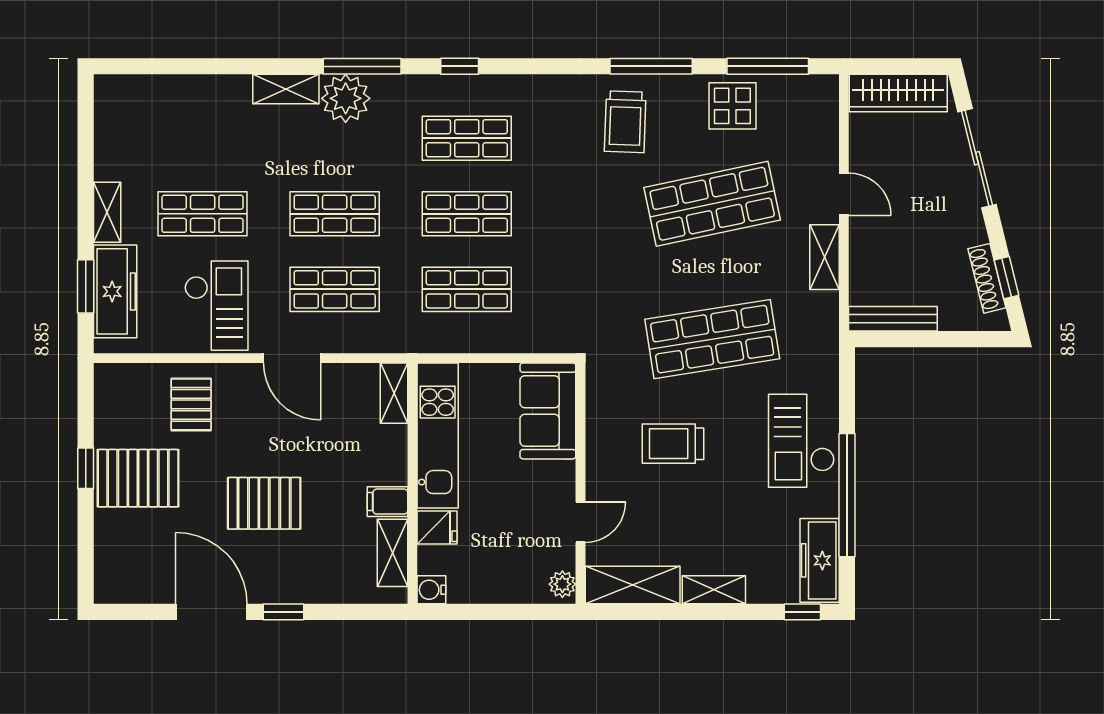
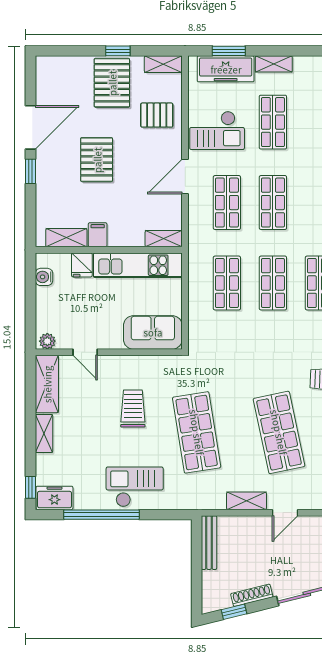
shoe rack: (987, 278) -> (252, 595), moved
shelving: (107, 394) -> (163, 64), added
freezer: (820, 560) -> (54, 498), width x0.71
water cooler: (431, 590) -> (44, 277), moved, turned -90

